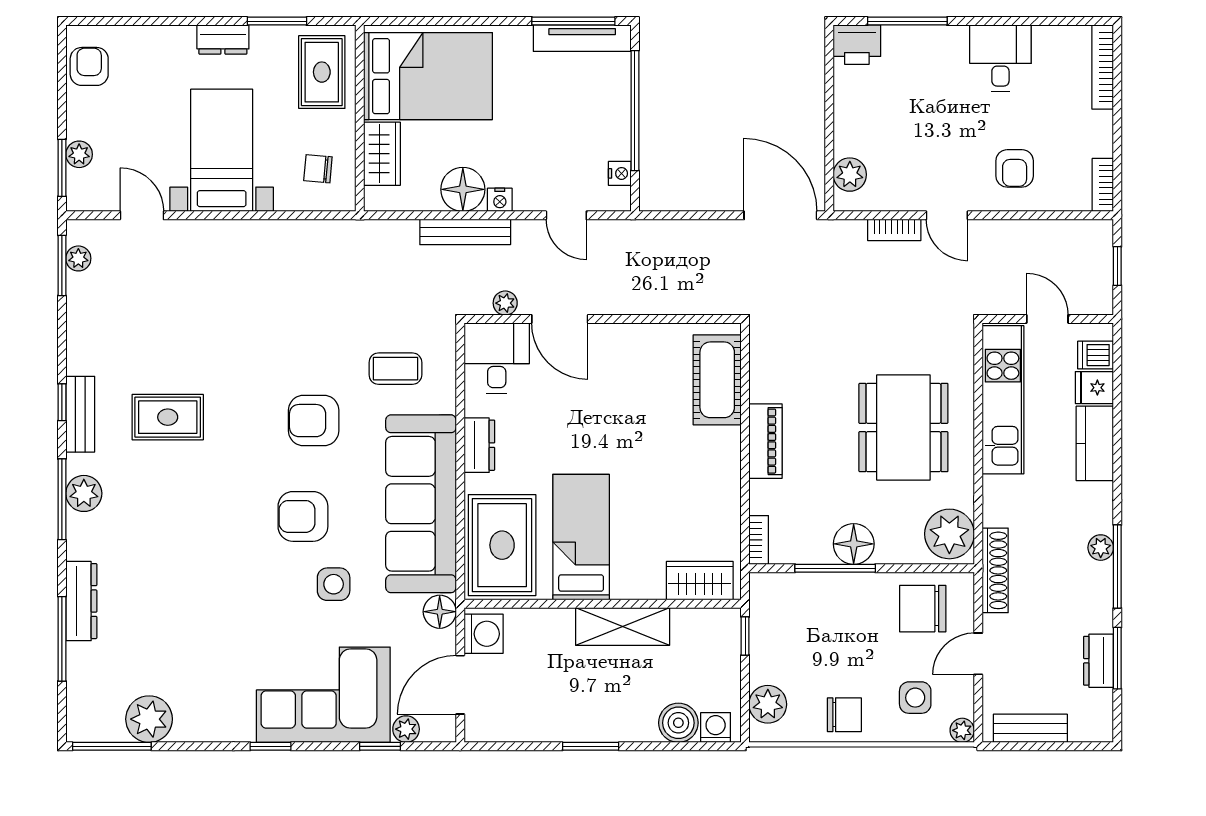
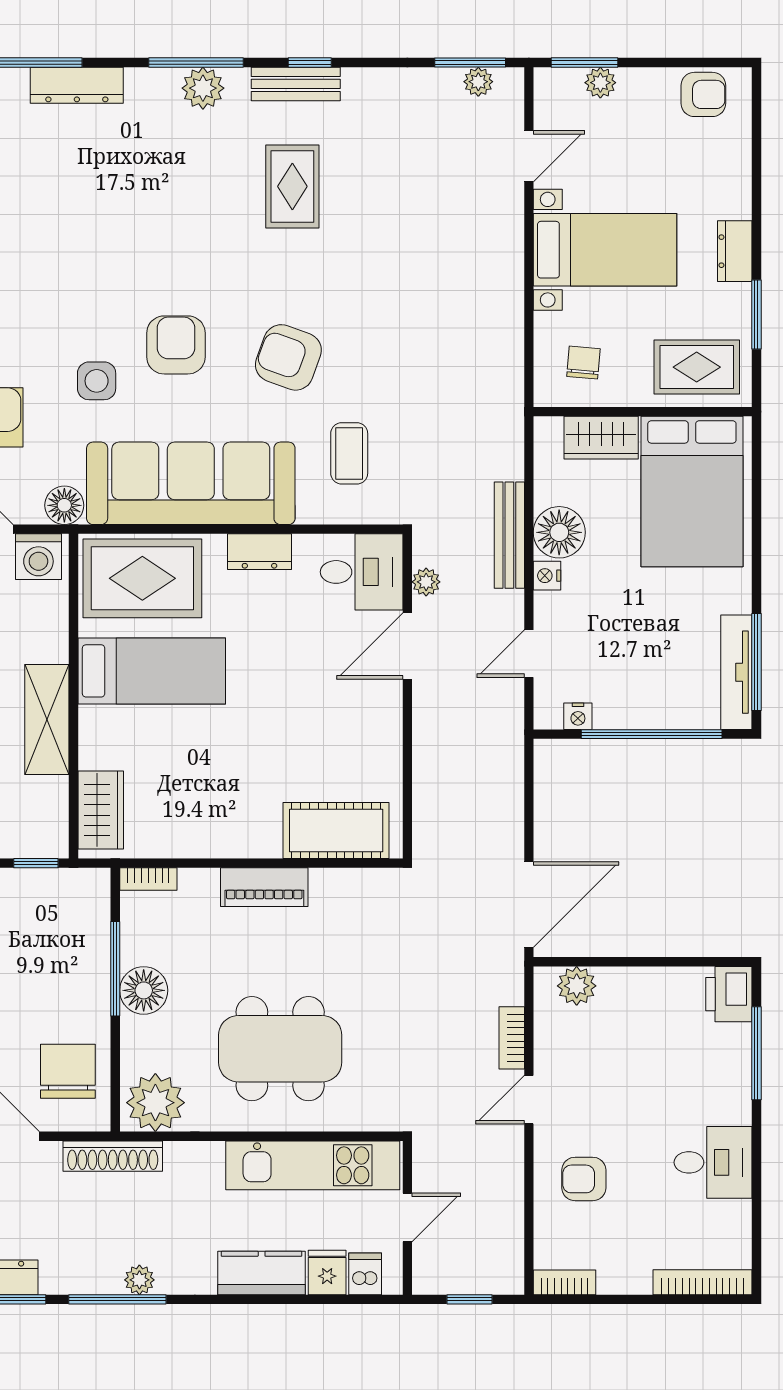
armchair: (314, 421) -> (288, 357), turned -70

